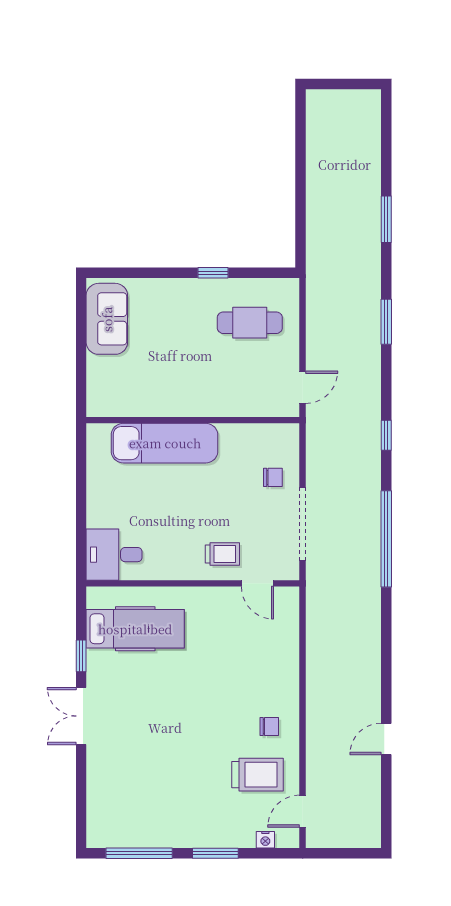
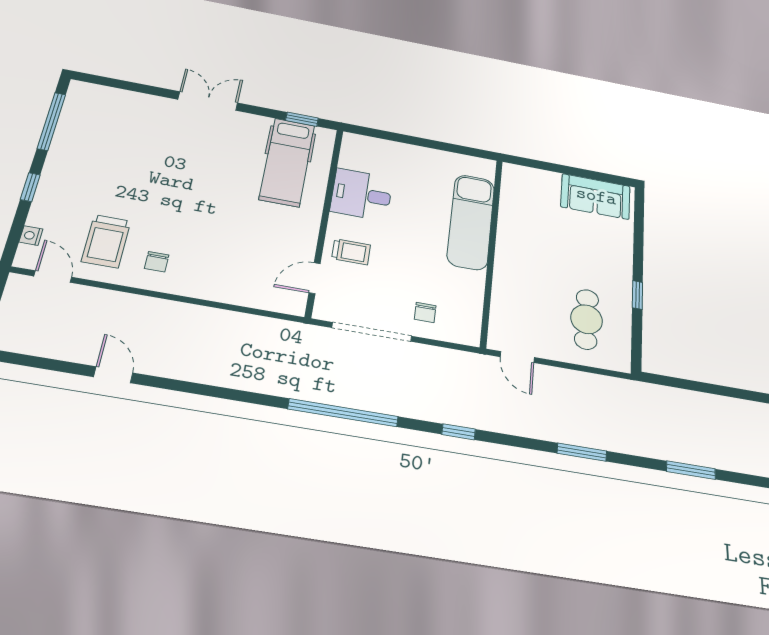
trolley: (222, 554) -> (351, 252), turned -90
desk: (114, 555) -> (362, 195), moved, turned -90
window: (81, 656) -> (302, 119), moved
window: (215, 853) -> (30, 187), width x0.67

